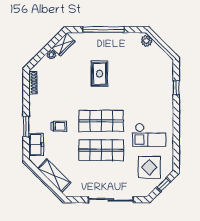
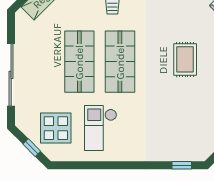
rug: (100, 74) -> (185, 59), turned 90
window: (176, 88) -> (182, 165), moved

